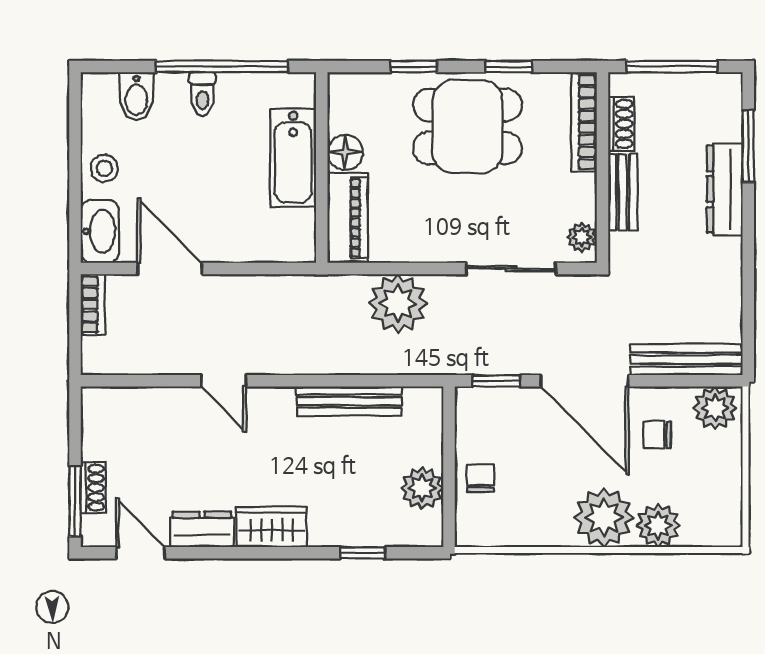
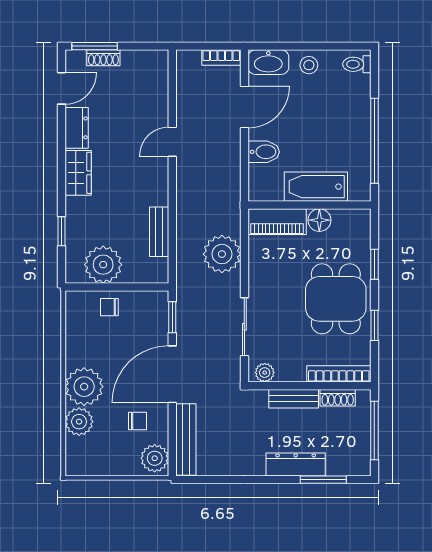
toilet: (202, 94) -> (357, 64), moved
bidet: (136, 97) -> (264, 152), moved, turned 180
bench: (349, 401) -> (159, 232), width x0.73
chair: (657, 435) -> (137, 421), turned 90
chair: (480, 478) -> (109, 307), turned 180
plant: (422, 488) -> (103, 265), width x1.36, depth x1.36

